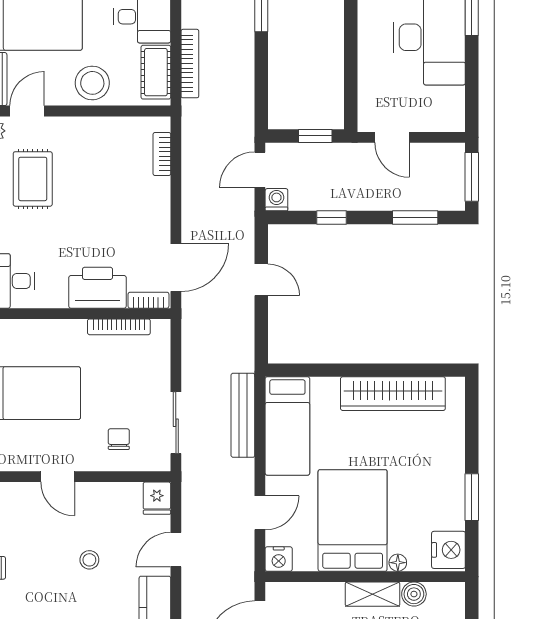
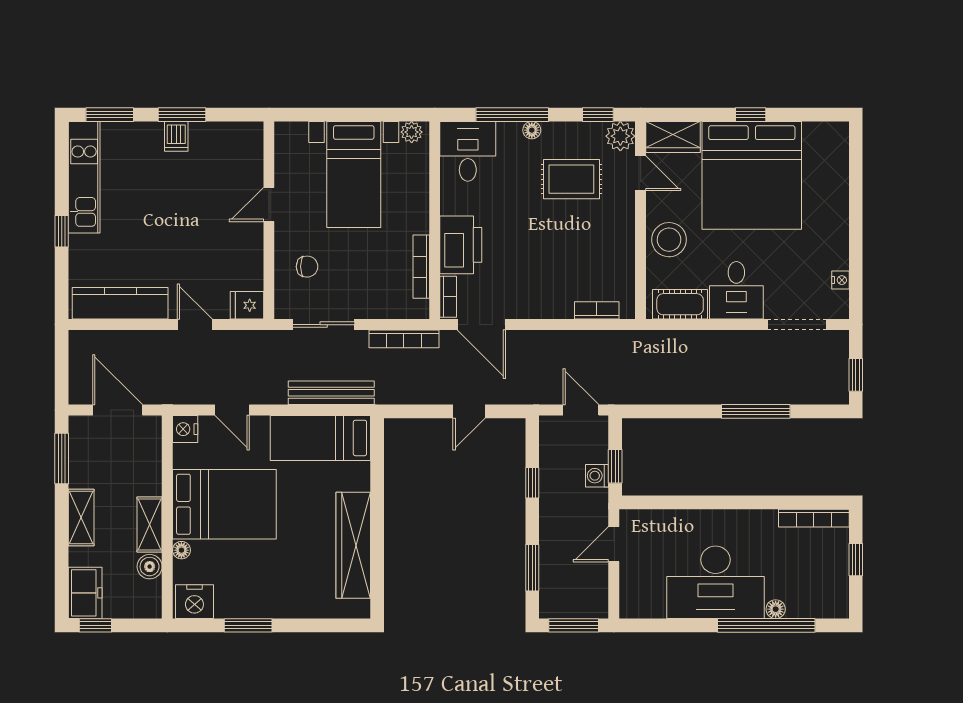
bookcase: (190, 64) -> (404, 339), moved
washing machine: (276, 200) -> (597, 476), moved, turned 180
stool: (89, 560) -> (184, 237), removed

